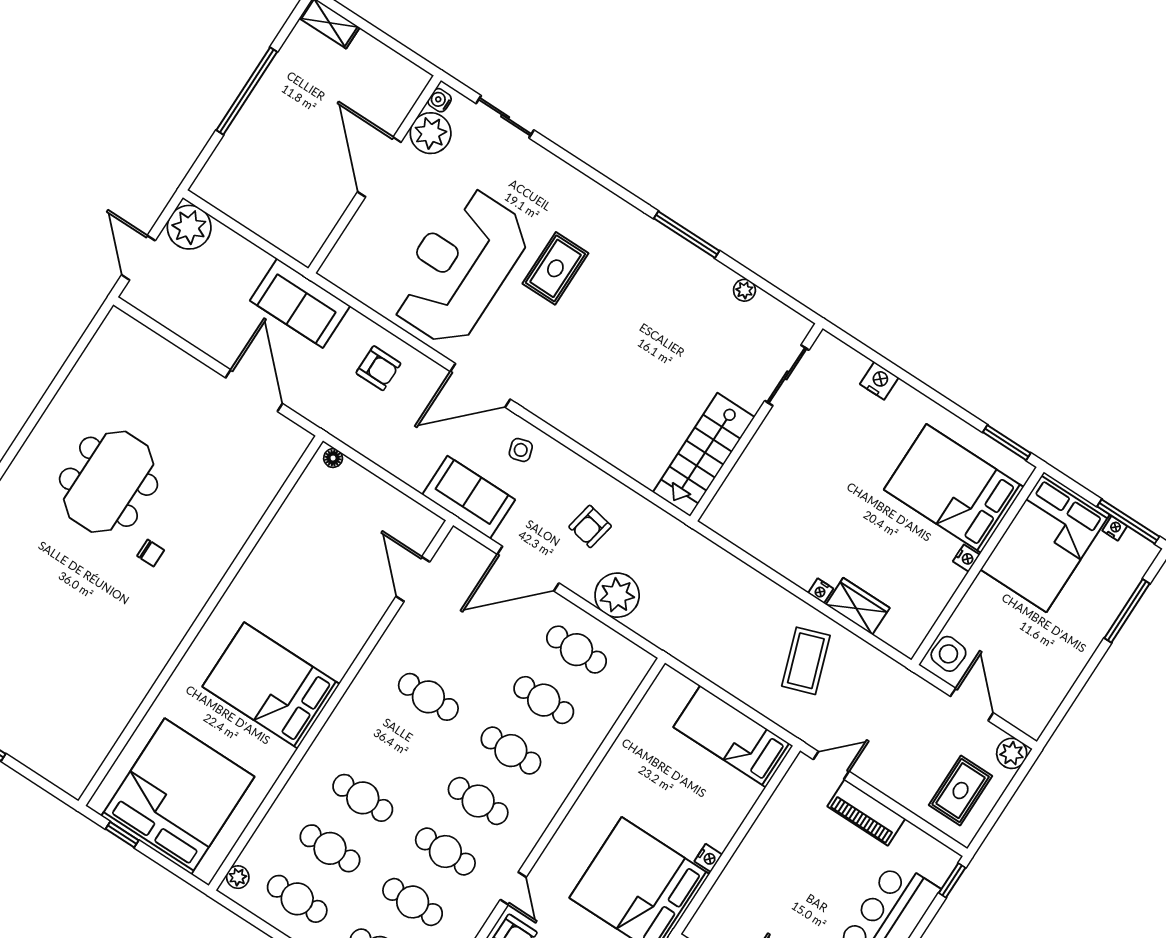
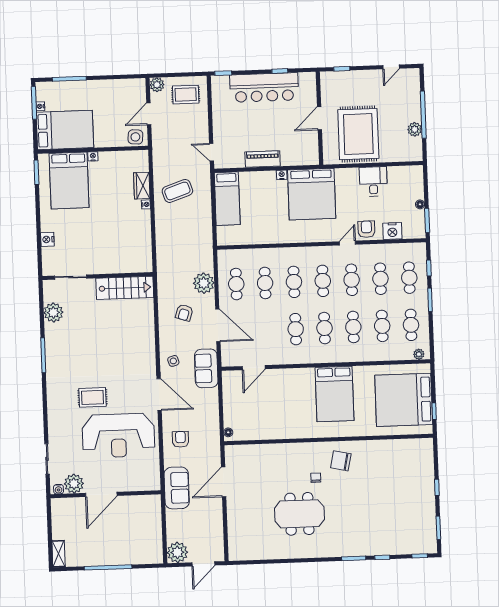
plant: (744, 290) -> (53, 312), width x1.88, depth x1.88
armchair: (590, 526) -> (184, 313), turned 97
chair: (149, 616) -> (341, 461), added
cafe table: (396, 747) -> (324, 328), added
piano: (866, 813) -> (263, 159), moved, turned -90

